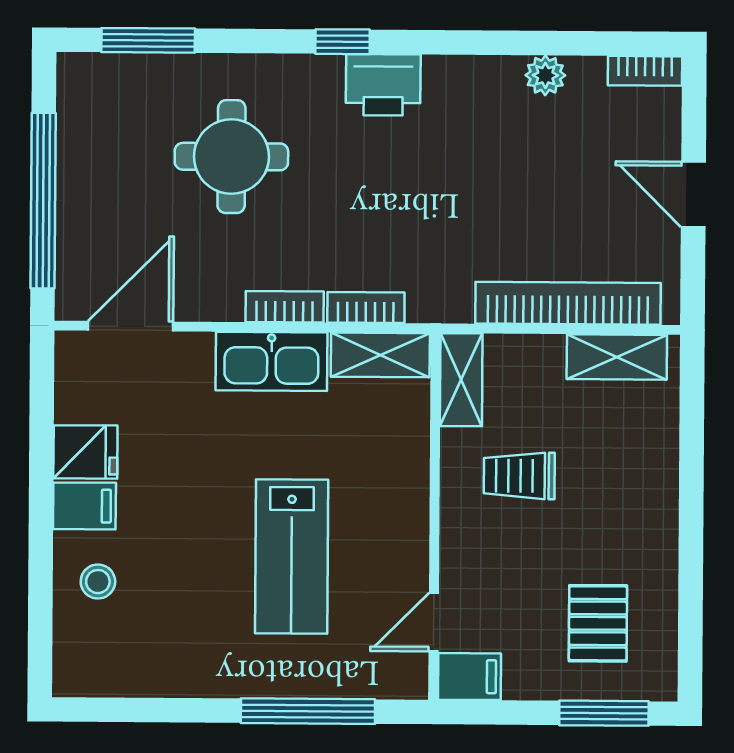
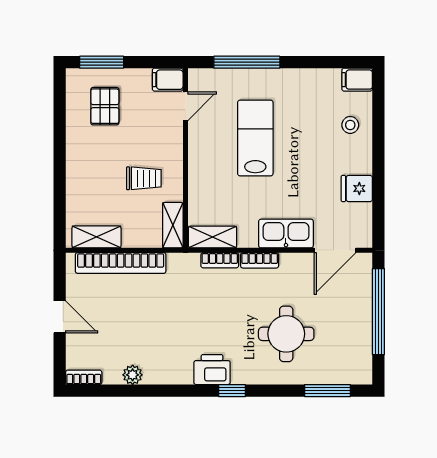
kitchen sink: (271, 361) -> (286, 234), moved
filing cabinet: (84, 506) -> (357, 80), moved

